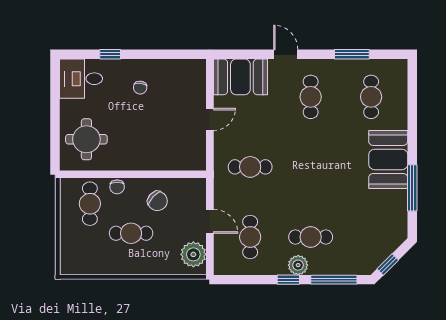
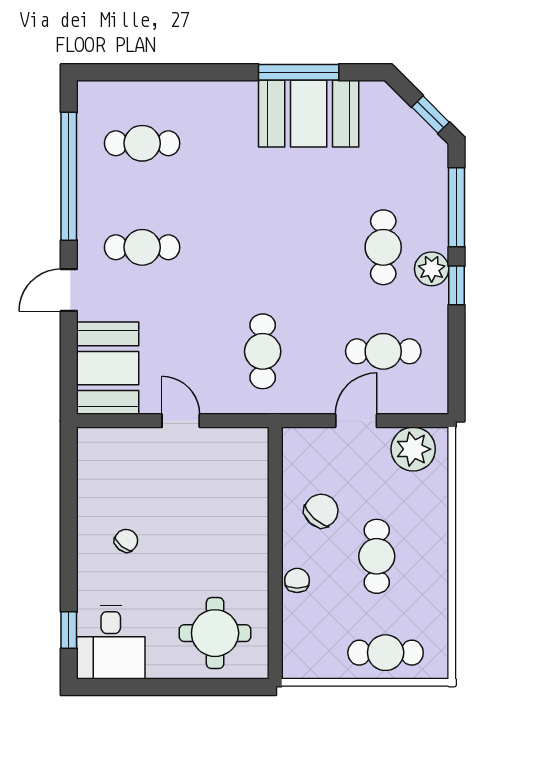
window: (110, 54) -> (69, 630), moved
window: (352, 54) -> (69, 176), width x2.11
chair: (140, 88) -> (126, 541), turned -59
booth: (388, 159) -> (309, 114), moved
chair: (117, 187) -> (297, 580), turned -90
cafe table: (90, 204) -> (386, 653), moved

